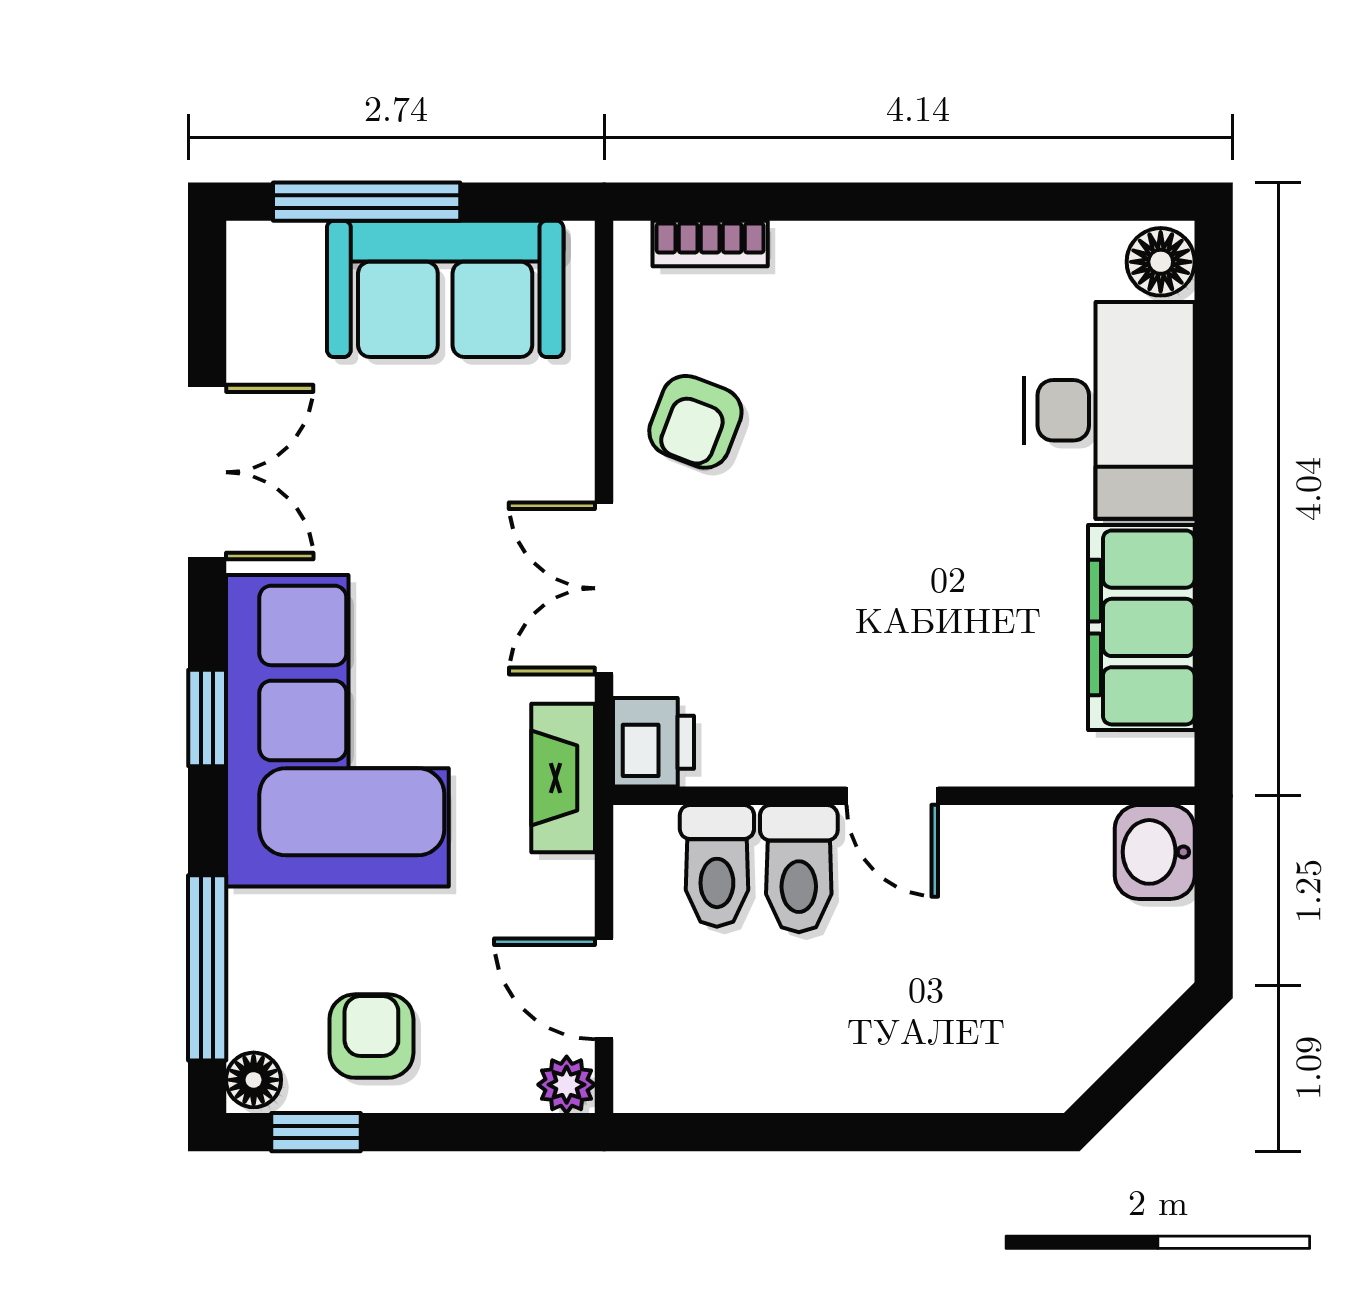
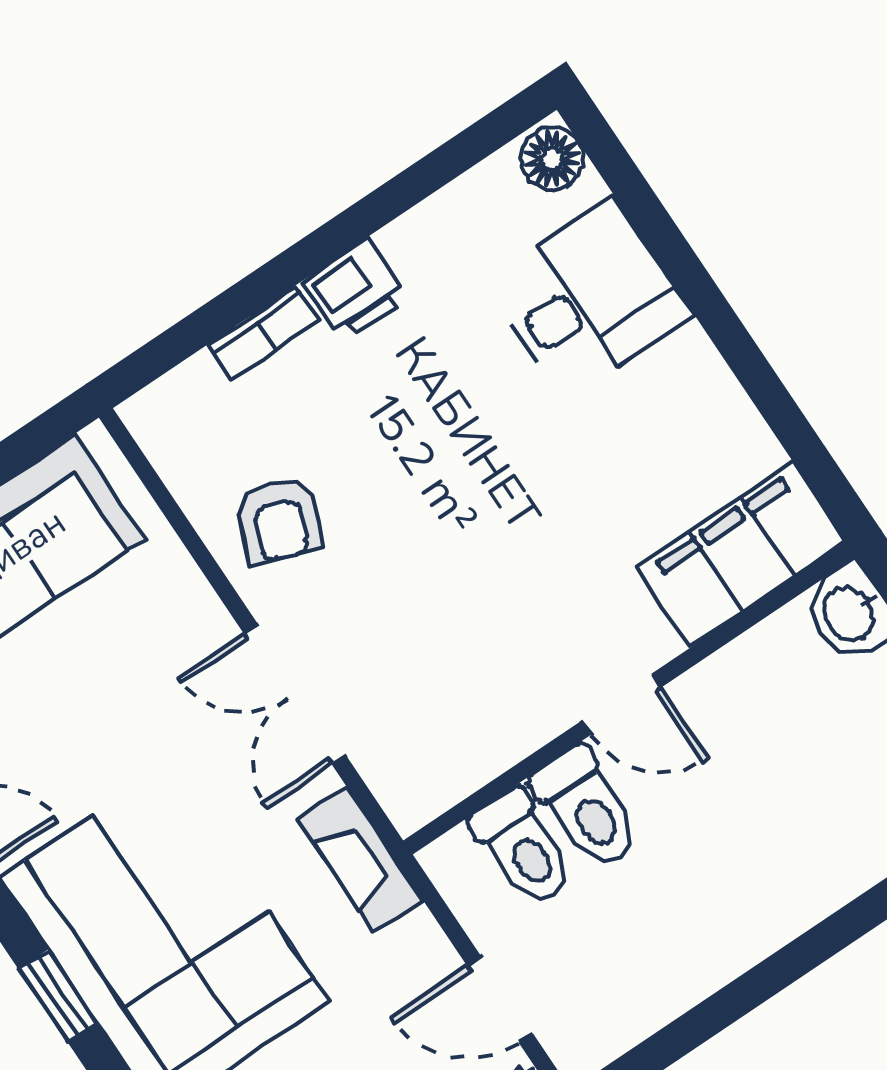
bookcase: (710, 244) -> (264, 332), moved
desk: (1109, 410) -> (589, 299), width x0.73
filing cabinet: (1141, 627) -> (742, 554), moved, turned 90
printer: (654, 742) -> (355, 290), moved, turned 90

